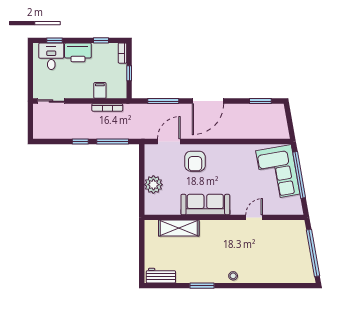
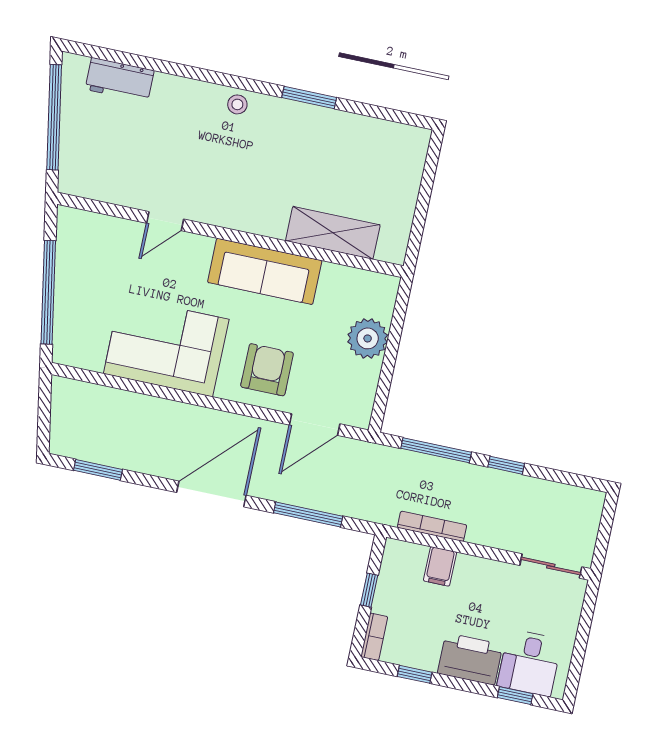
corner sofa: (278, 172) -> (166, 346), moved, turned -80
workbench: (161, 276) -> (120, 80), moved

